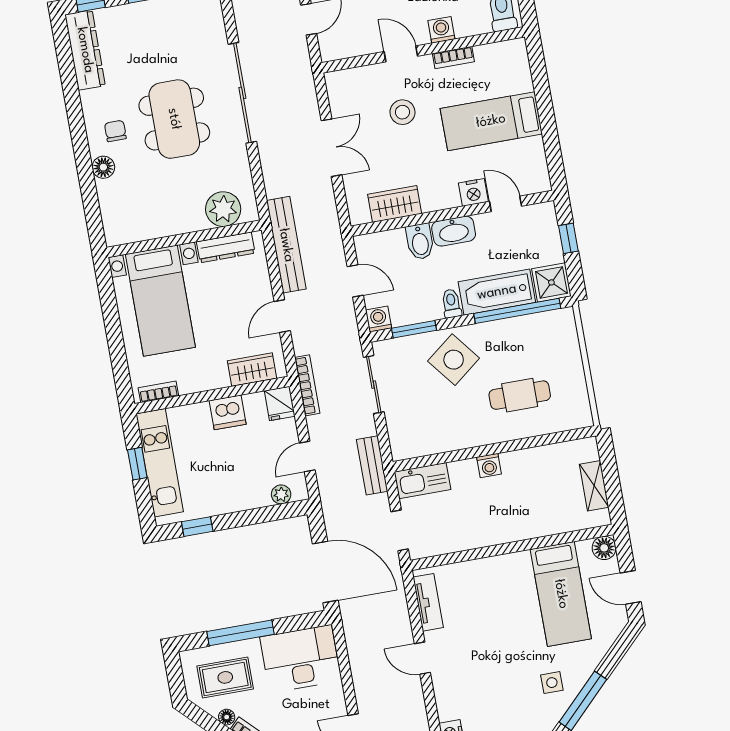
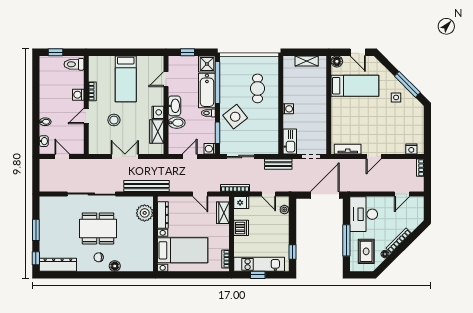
nightstand: (473, 192) -> (158, 112), moved
bench: (286, 245) -> (146, 186), moved
door: (631, 587) -> (358, 52), hinge flipped

